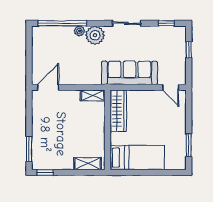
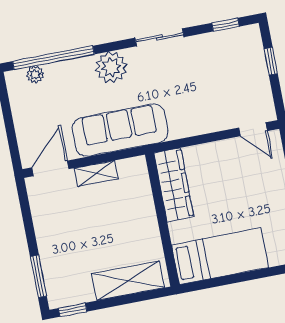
plant: (79, 31) -> (35, 75), moved
sofa: (129, 73) -> (120, 130), moved
shelving: (93, 95) -> (96, 173), moved
shelving: (88, 164) -> (128, 281), width x1.50, depth x1.33

